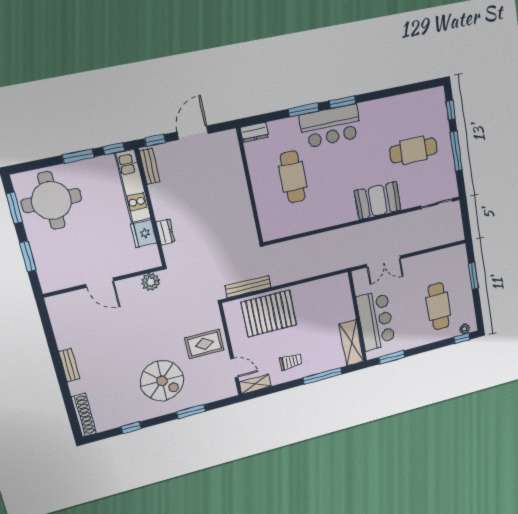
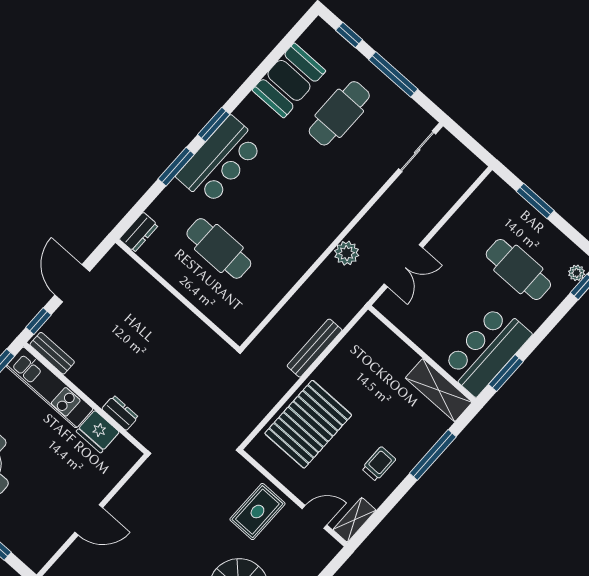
booth: (378, 200) -> (289, 80), moved
plant: (151, 282) -> (347, 253), moved
bench: (248, 287) -> (315, 348), moved
bar counter: (376, 321) -> (487, 350), moved, turned -90

